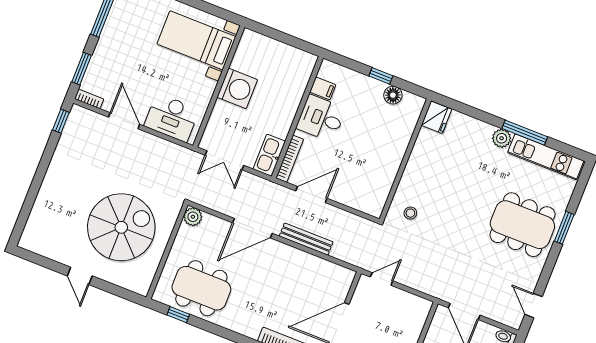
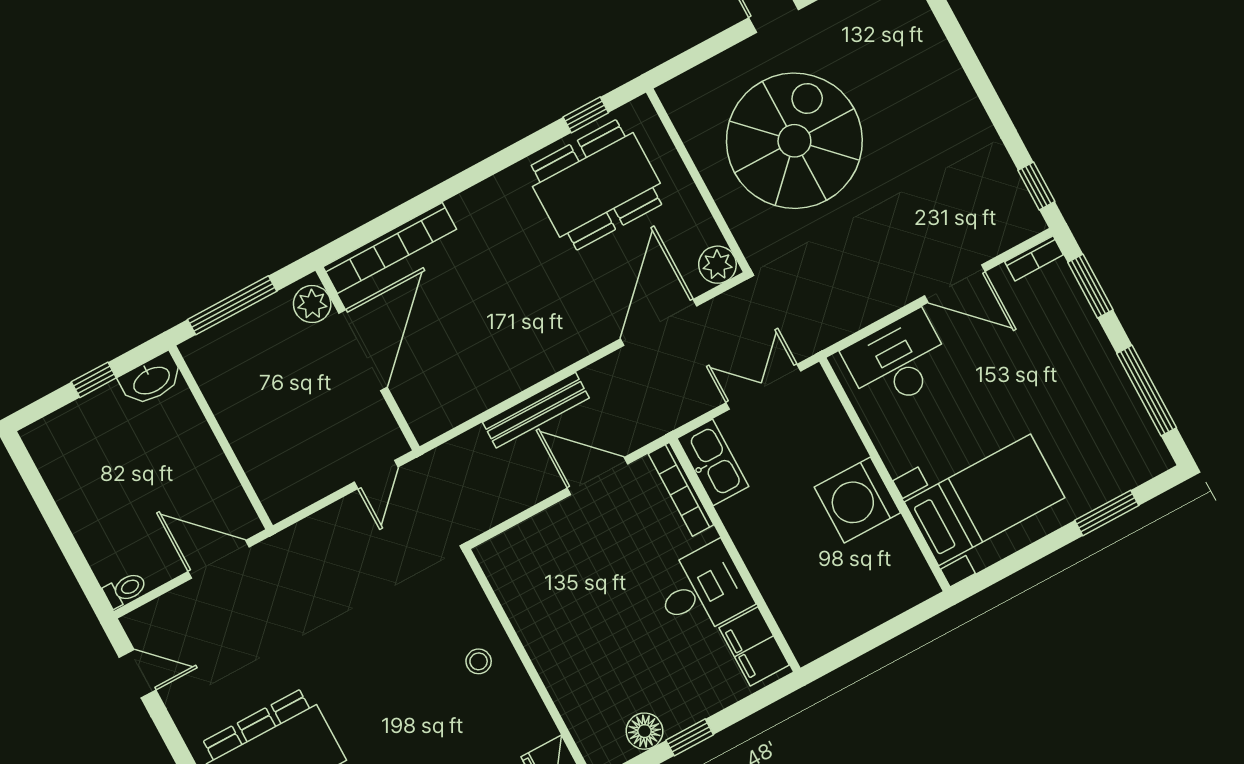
filing cabinet: (323, 88) -> (754, 646), width x2.00
door: (311, 195) -> (597, 476), swing flipped
stool: (410, 213) -> (479, 661), moved
spiral stairs: (121, 227) -> (794, 141), turned 180
door: (252, 228) -> (659, 322), moved

